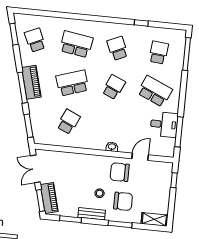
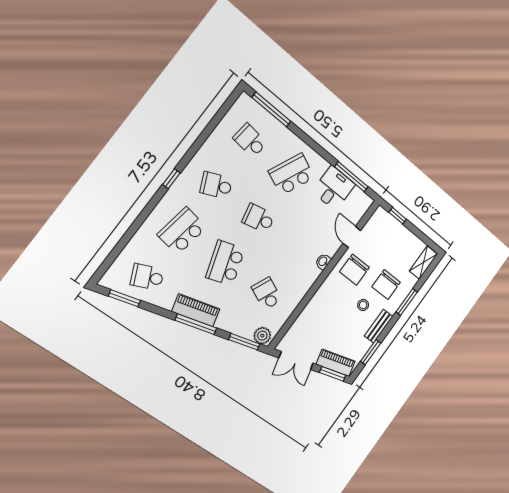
window: (141, 23) -> (171, 179), moved
school desk: (114, 87) -> (259, 218), turned -36
plant: (39, 135) -> (262, 336), added
chair: (123, 201) -> (386, 285), turned 180

